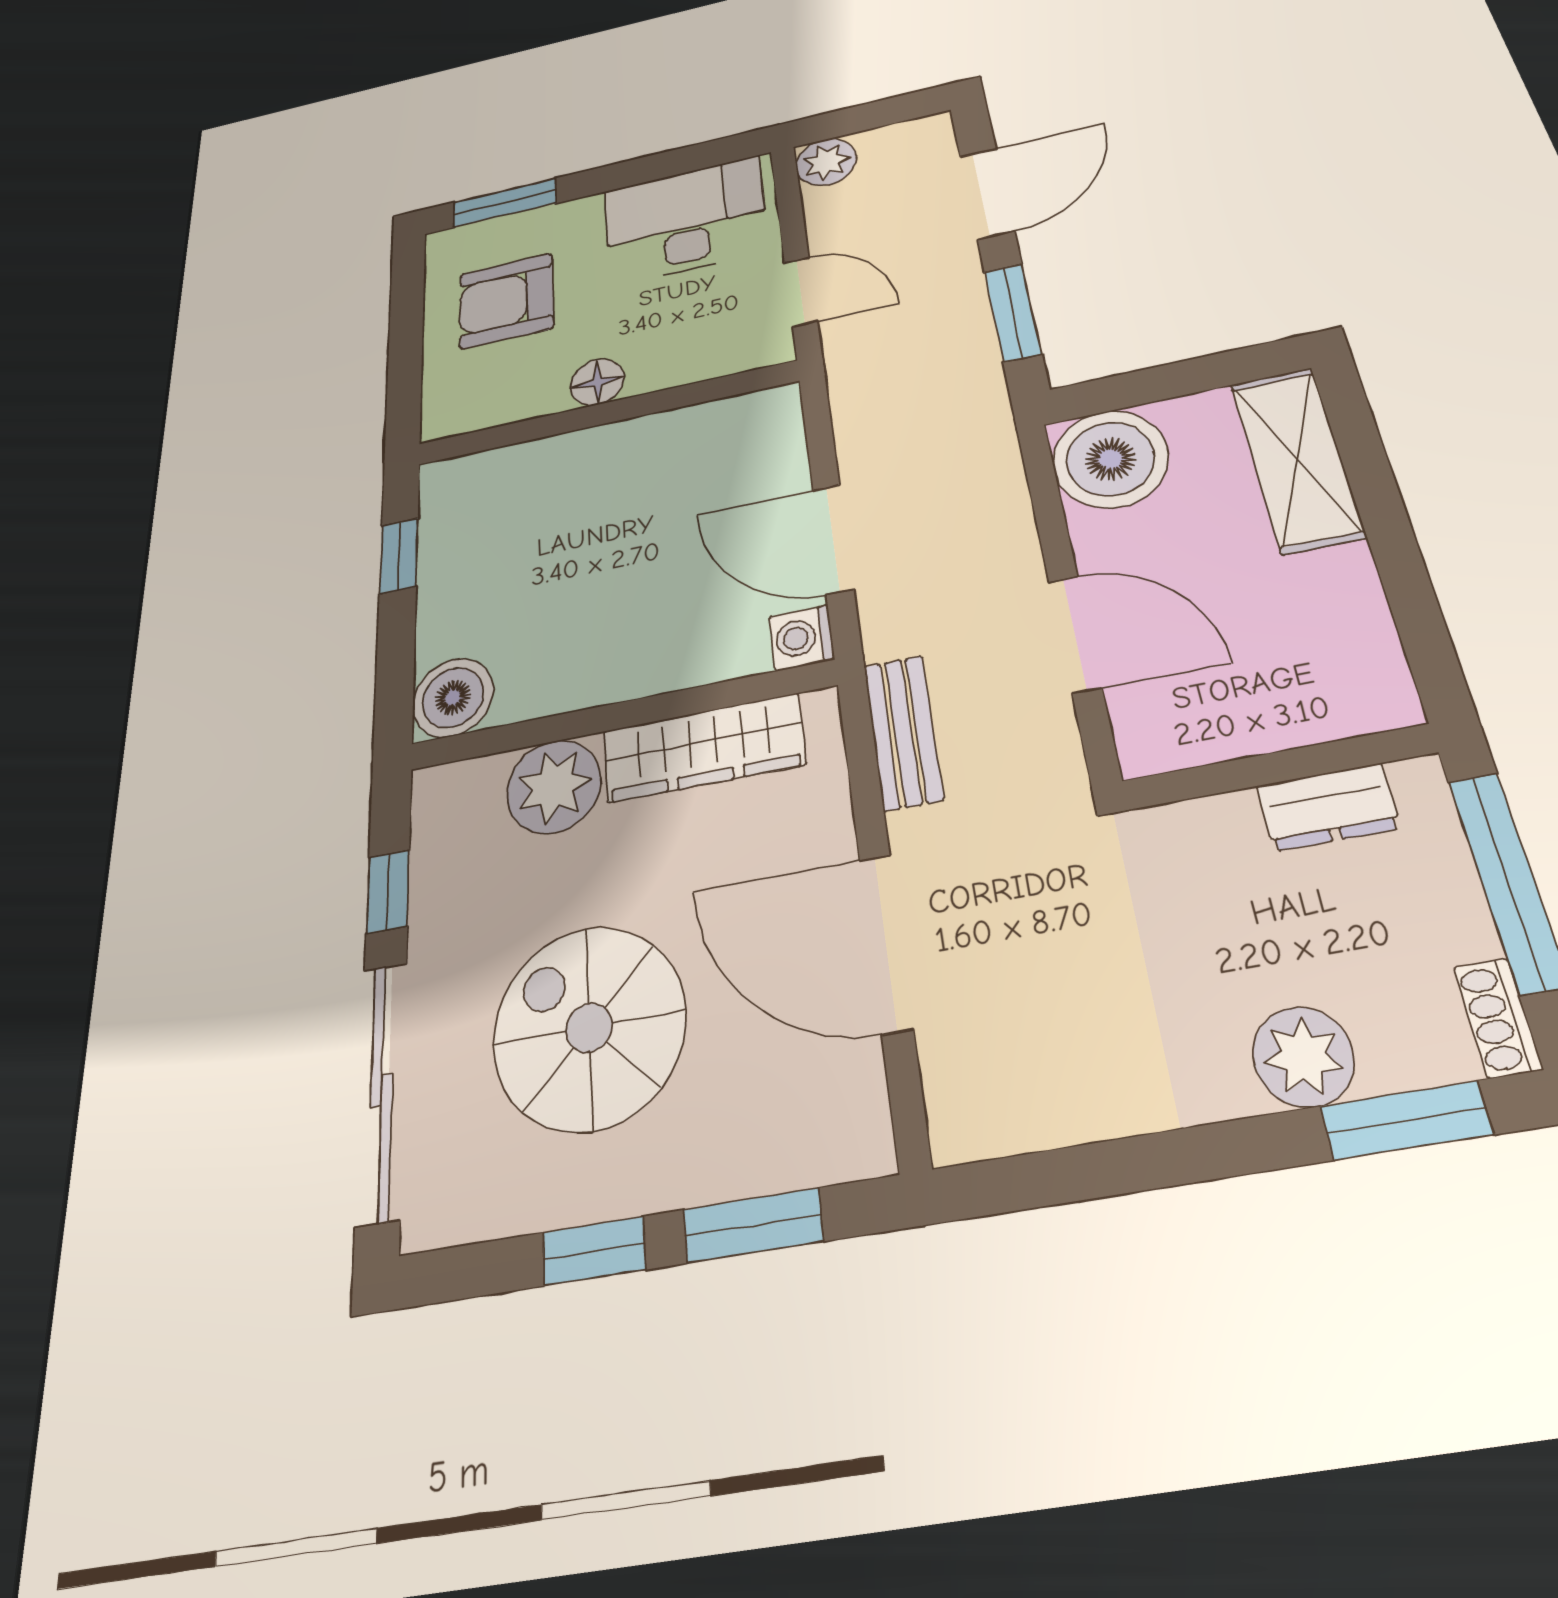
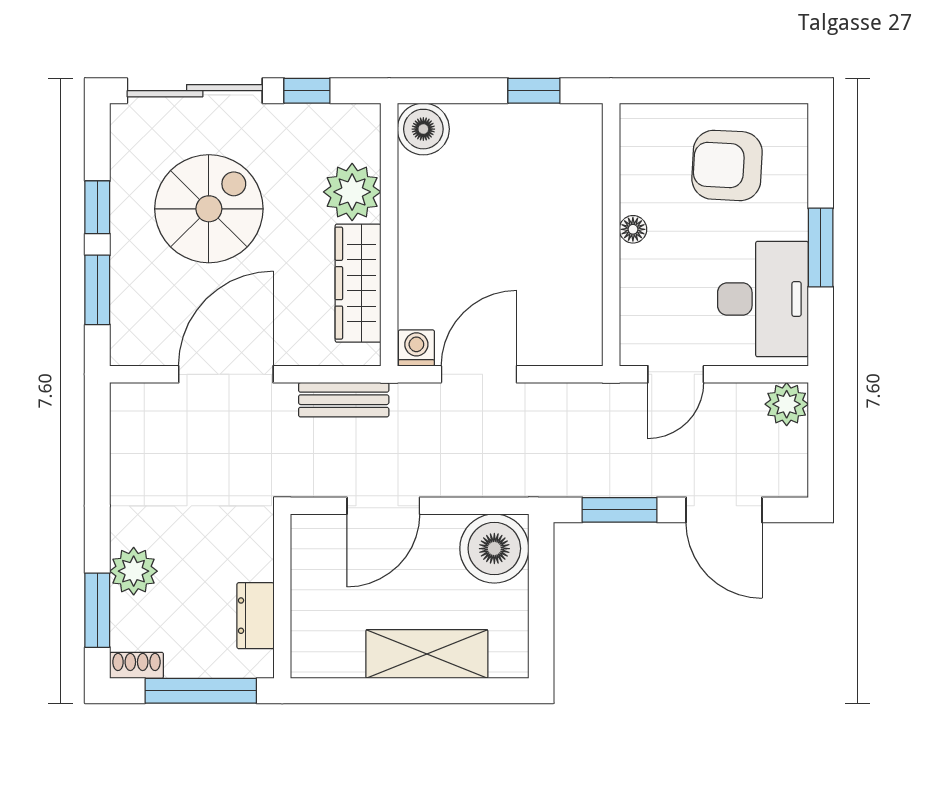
window: (505, 203) -> (821, 248), moved
armchair: (506, 301) -> (727, 165), turned -87
floor lamp: (597, 382) -> (633, 229), width x0.73, depth x0.73
shelving: (1297, 459) -> (427, 654), moved

